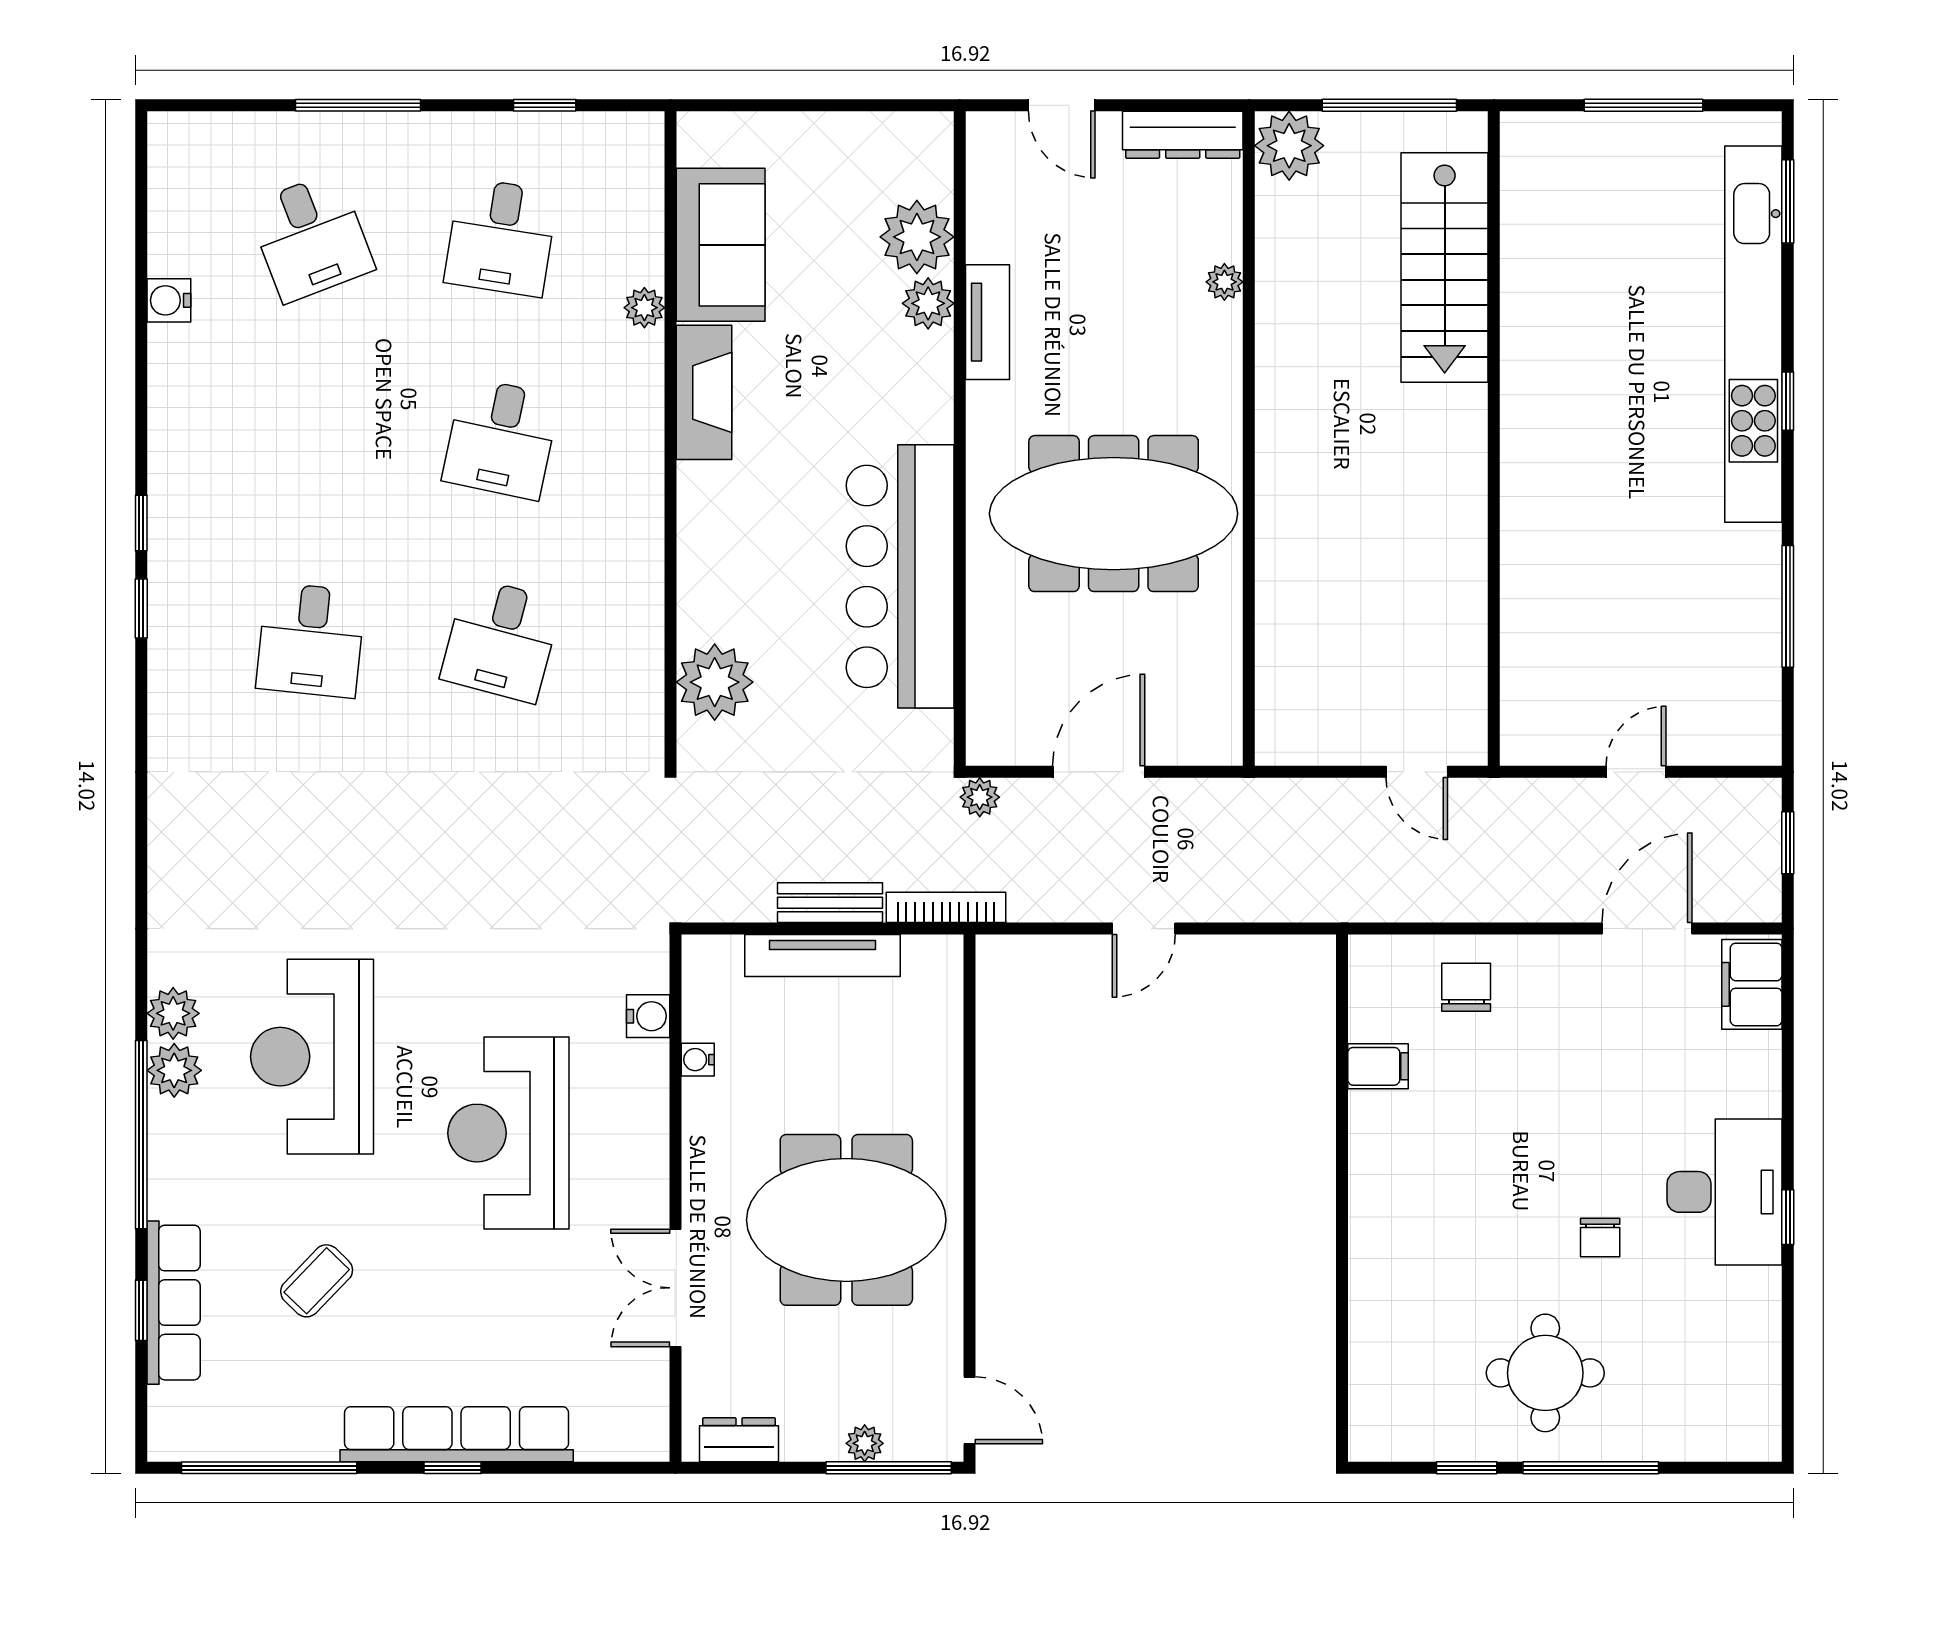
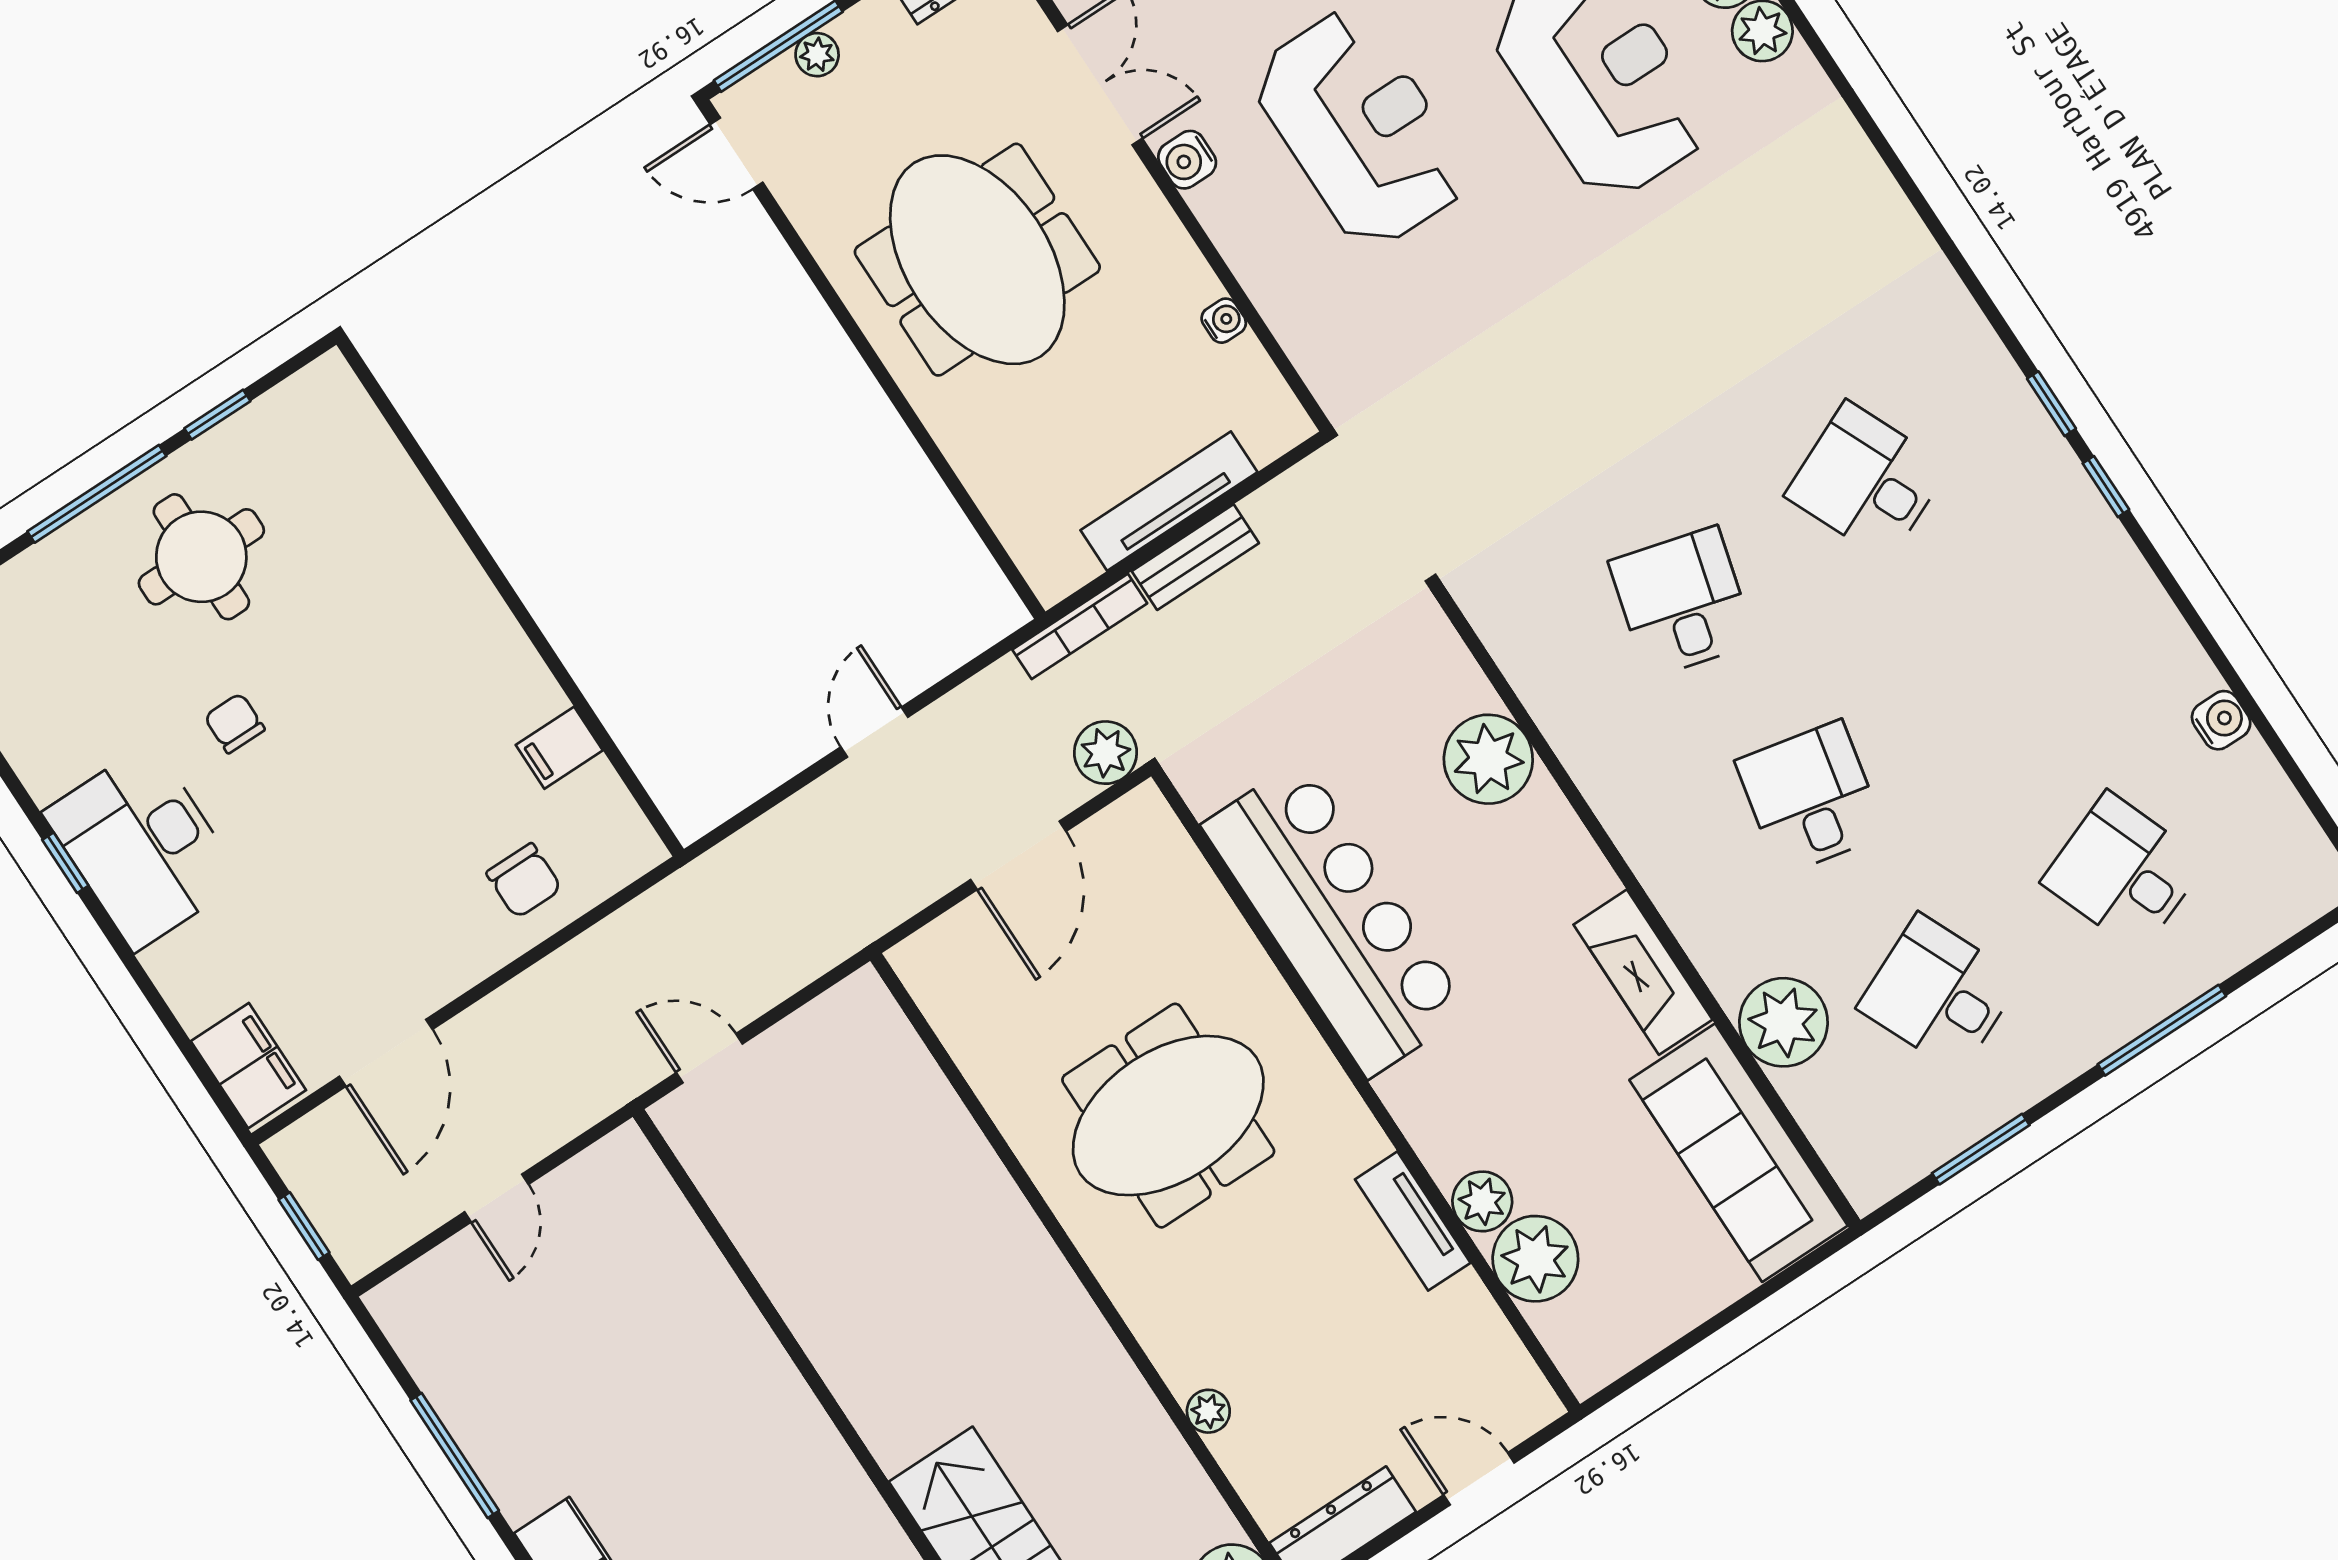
window: (545, 105) -> (1981, 1149), width x1.50
desk: (501, 237) -> (1939, 993), turned -33
sofa: (721, 245) -> (1739, 1153), width x1.36
plant: (644, 308) -> (1783, 1022), width x1.88, depth x1.88
meeting table: (1114, 514) -> (1168, 1116), width x0.73
desk: (311, 640) -> (1867, 481), turned -30
plant: (715, 682) -> (1488, 759), moved
plant: (980, 797) -> (1106, 753), width x1.38, depth x1.38
water cooler: (648, 1016) -> (1187, 160), moved
meeting table: (846, 1220) -> (977, 260), turned 90

